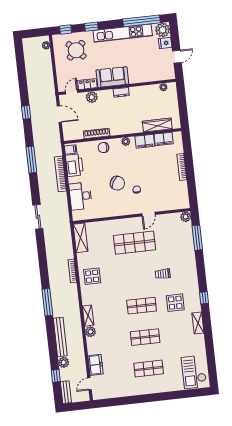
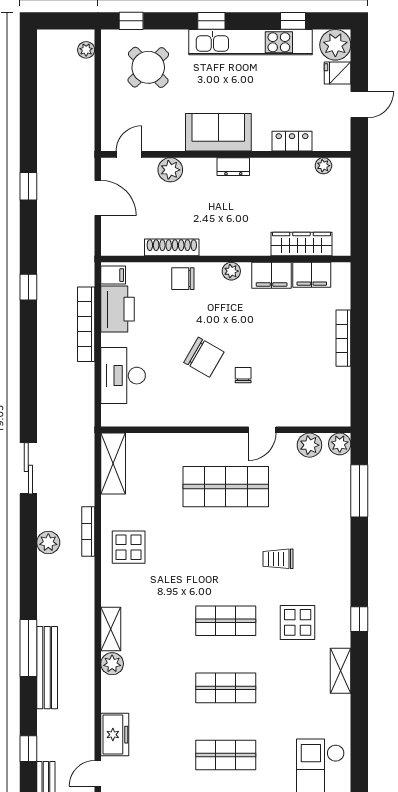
window: (141, 21) -> (293, 21), width x0.32
window: (91, 27) -> (211, 21), moved
locker: (87, 84) -> (292, 141), moved
window: (31, 160) -> (28, 287), width x0.46
sliding door: (38, 217) -> (28, 468), moved
plant: (172, 219) -> (309, 445), added
window: (47, 302) -> (28, 648), moved
plant: (64, 362) -> (48, 542), moved

